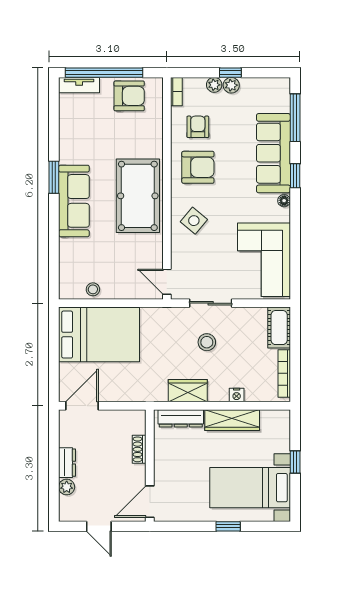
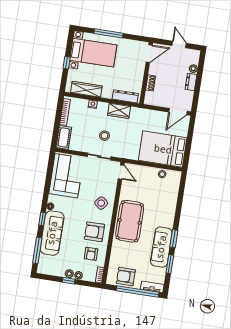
window: (54, 131) -> (170, 264), added
sofa: (74, 201) -> (161, 247), moved
wardrobe: (232, 420) -> (86, 89), moved
window: (228, 526) -> (109, 33), width x2.17

